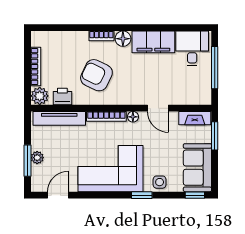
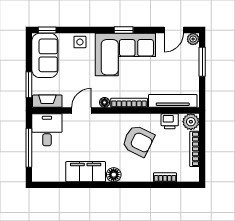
bookcase: (101, 36) -> (165, 177), moved
desk: (192, 48) -> (47, 130), moved, turned 180
door: (158, 108) -> (81, 111), hinge flipped
plant: (37, 158) -> (193, 39), moved
window: (142, 195) -> (124, 30), moved

